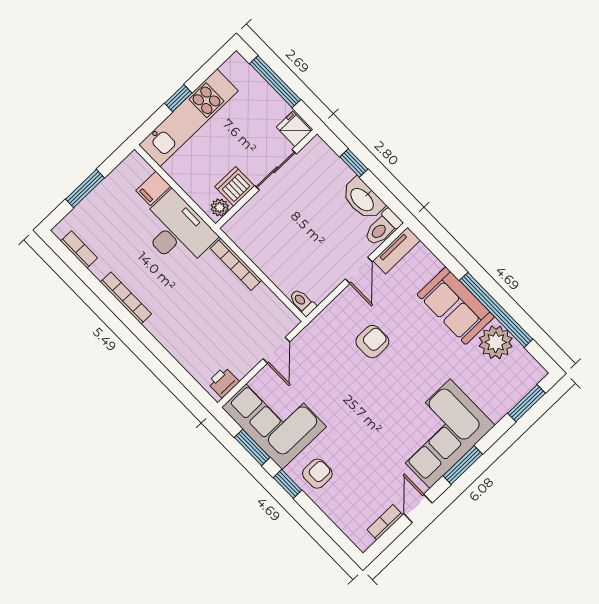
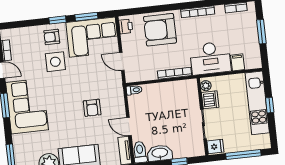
armchair: (191, 331) -> (160, 30), added
side table: (348, 442) -> (55, 62), added
armchair: (317, 474) -> (52, 37), turned 90

